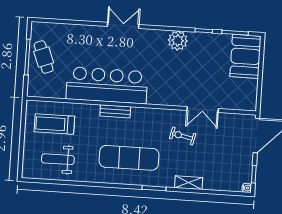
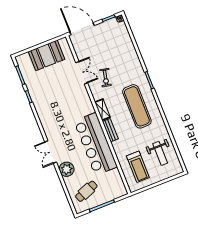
plant: (178, 40) -> (67, 169), moved
booth: (245, 56) -> (47, 55), moved
cafe table: (44, 57) -> (86, 191), moved
shelving: (189, 183) -> (102, 110), moved

